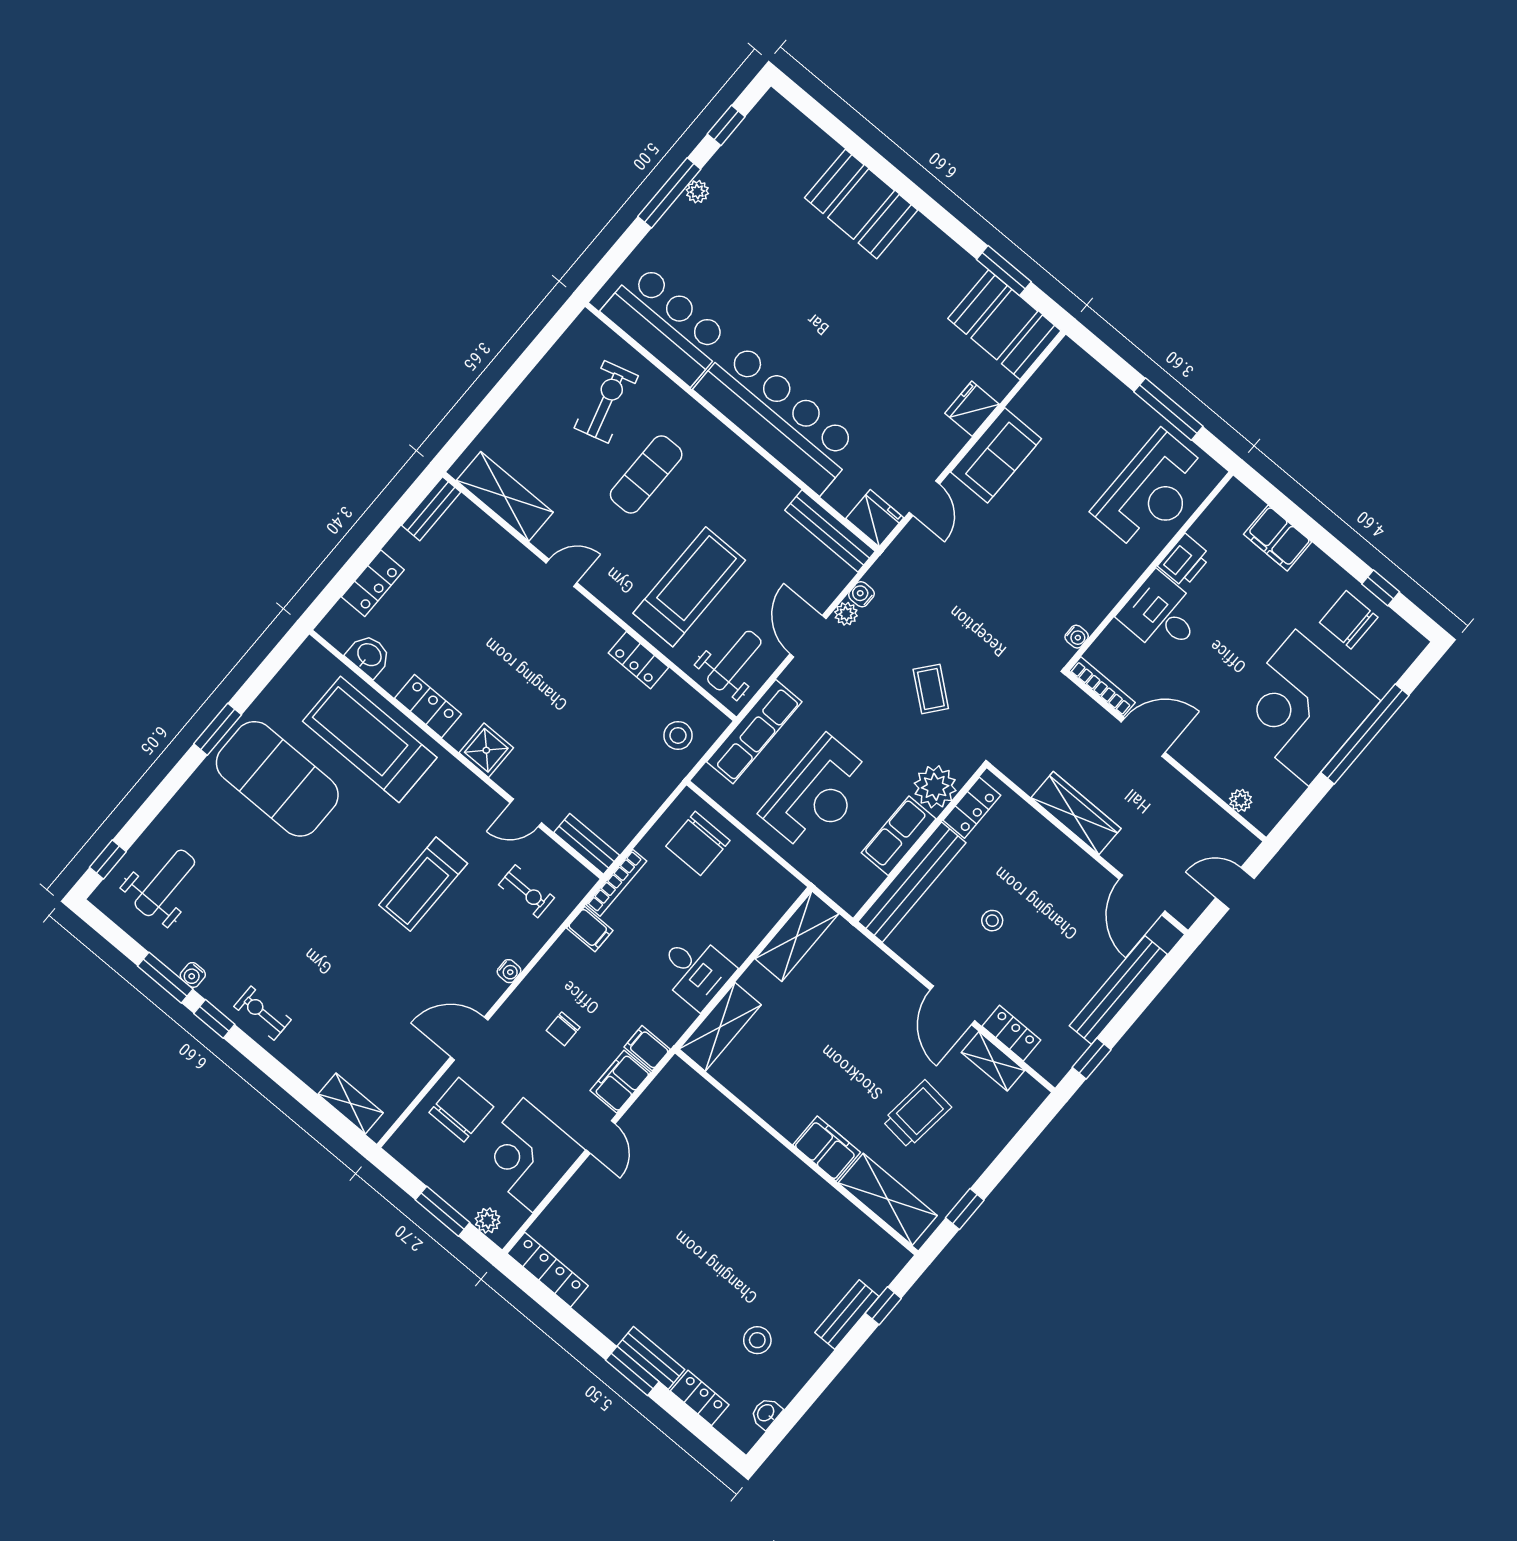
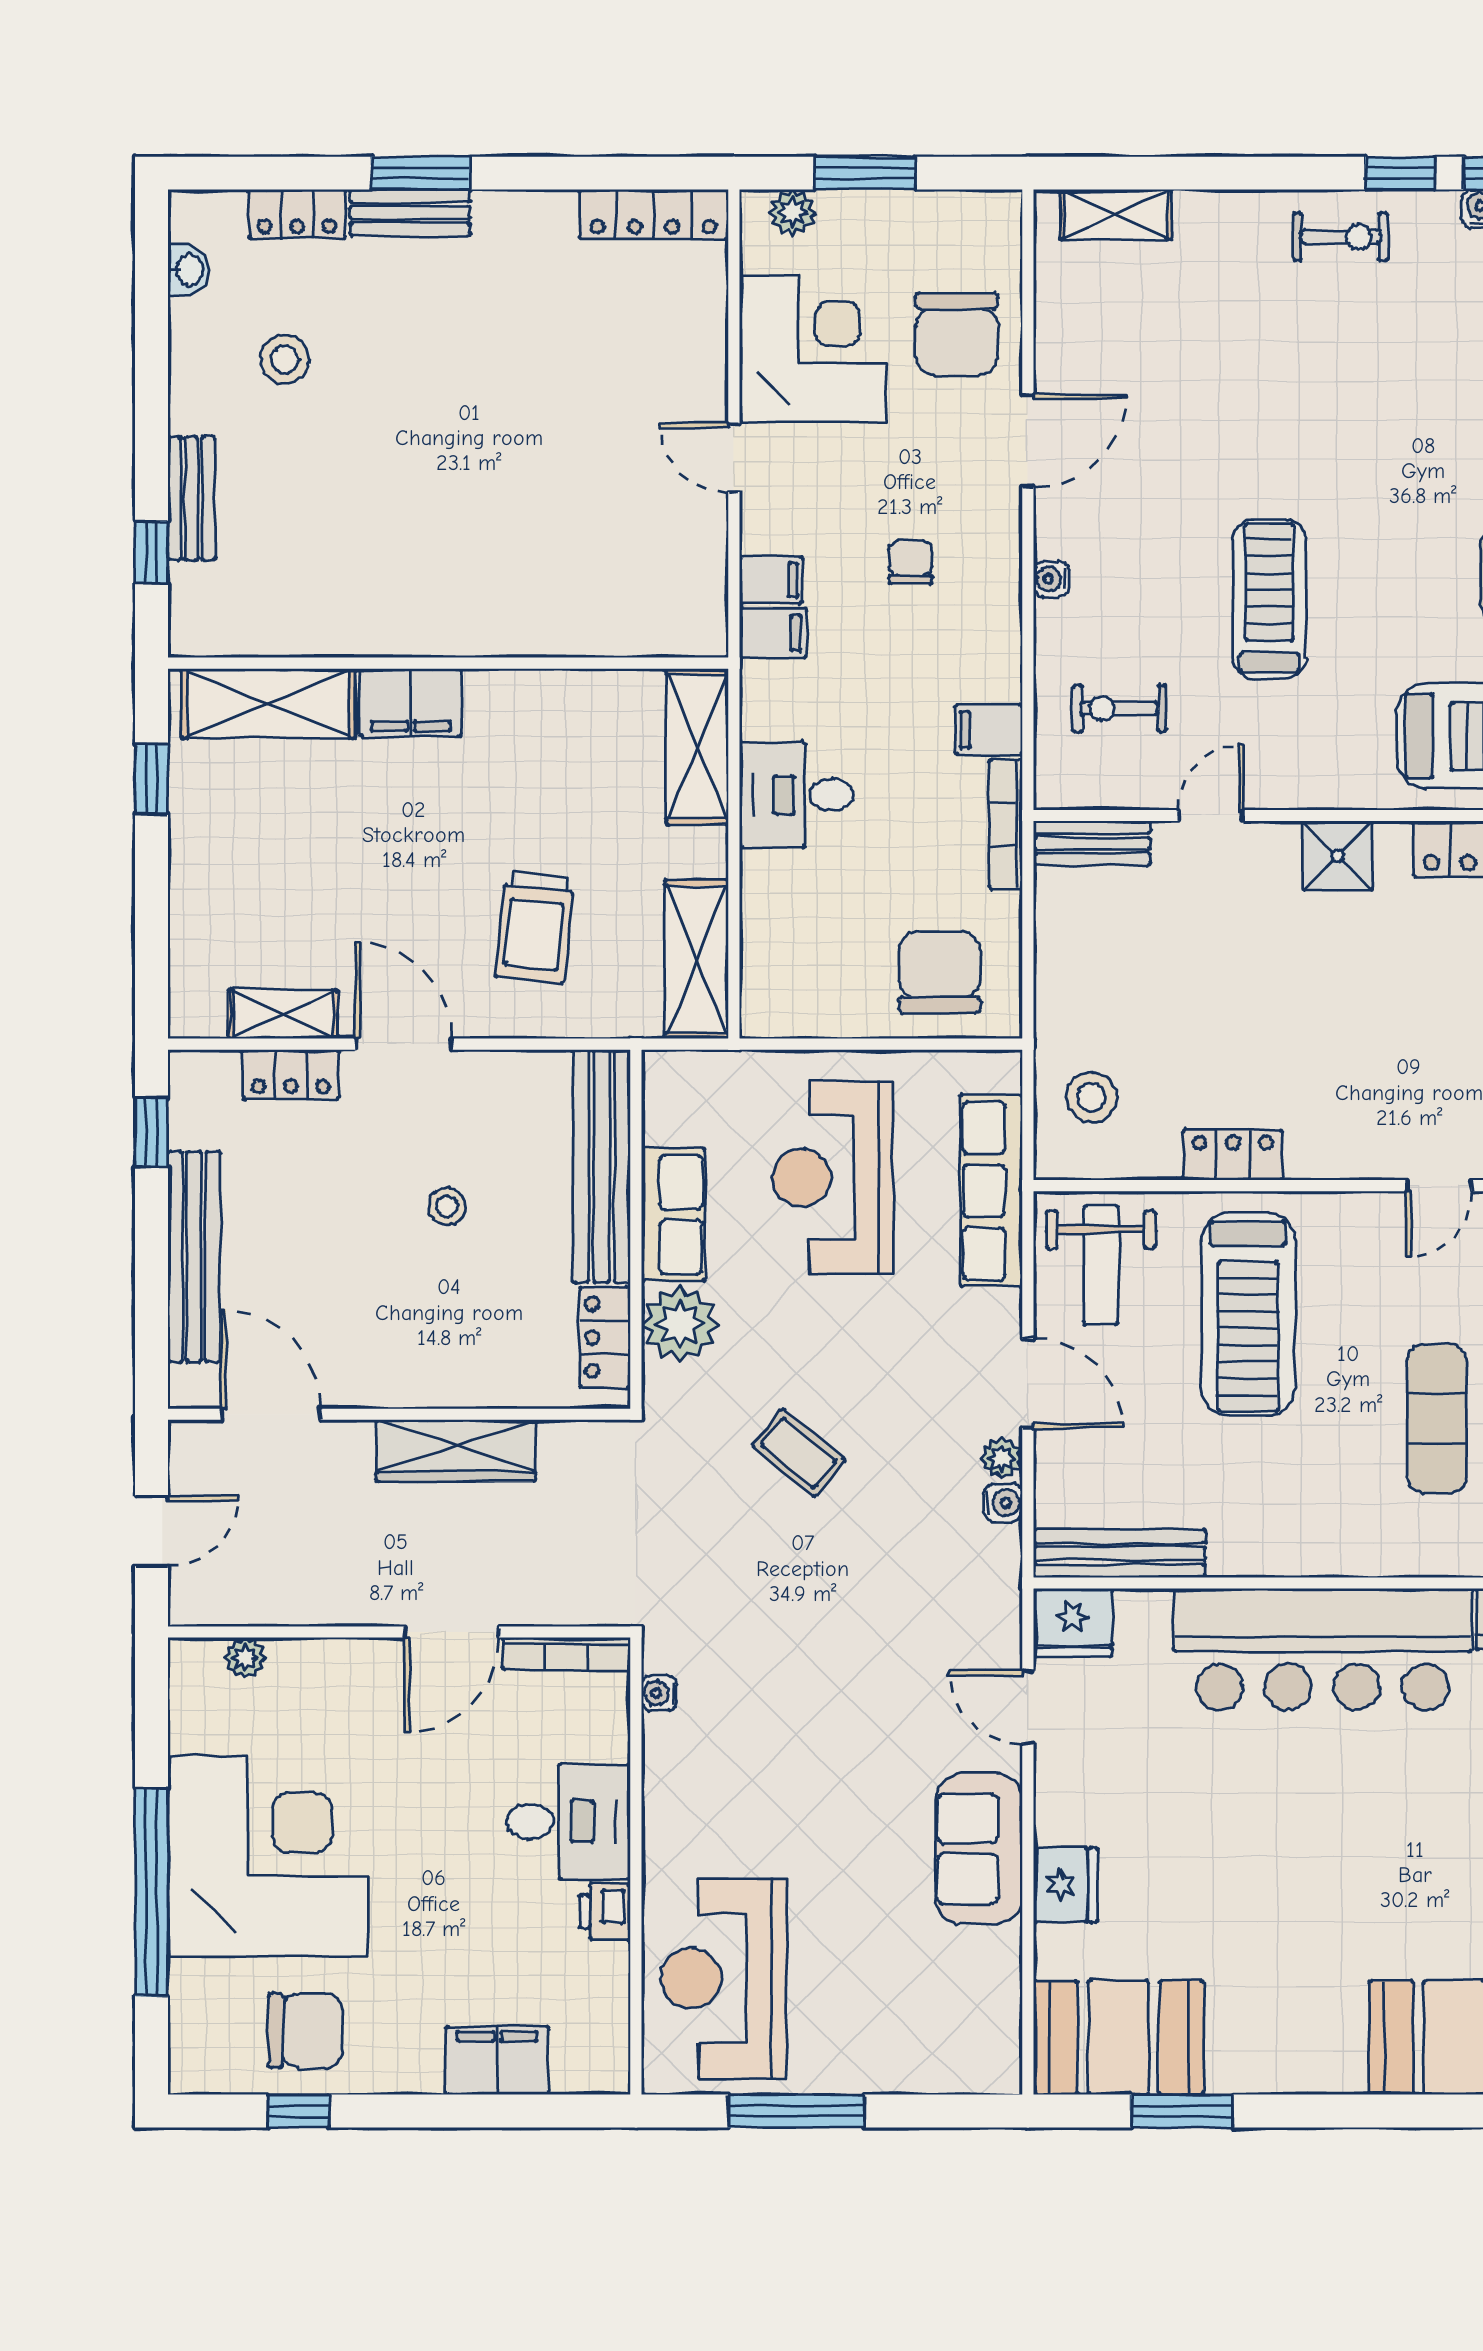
printer: (1185, 561) -> (605, 1912), width x0.73, depth x0.81
filing cabinet: (620, 1082) -> (771, 580), width x0.50
trolley: (917, 1114) -> (535, 927), moved

